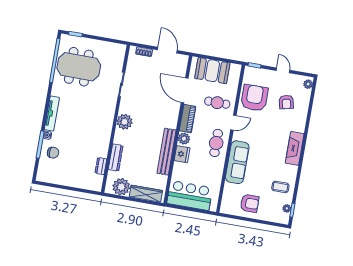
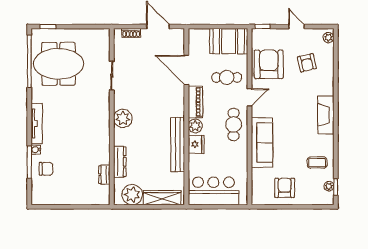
booth: (212, 71) -> (229, 41), moved
armchair: (250, 203) -> (285, 188), turned -90

